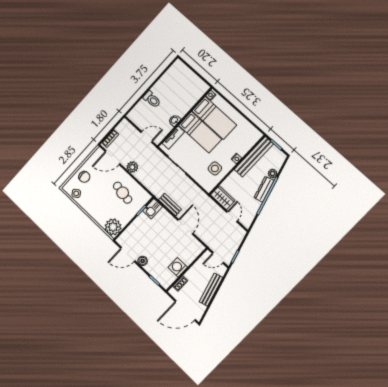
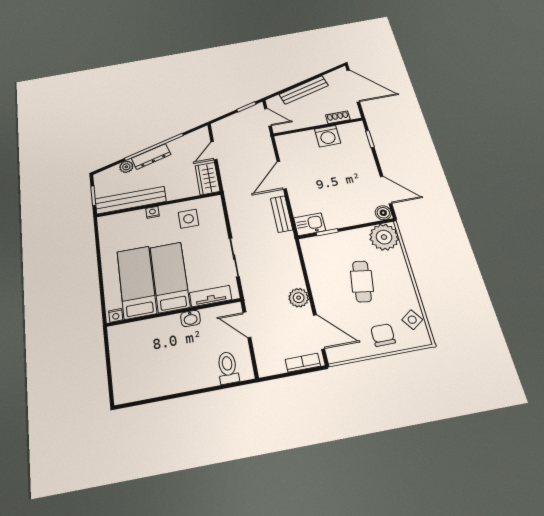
toilet: (152, 99) -> (228, 368), moved
cafe table: (123, 193) -> (362, 281), moved
boiler: (143, 261) -> (383, 213), moved

